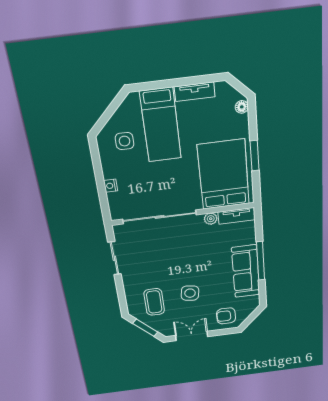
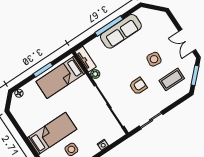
tv unit: (195, 92) -> (24, 124), removed
bed: (224, 175) -> (61, 77), width x0.67
armchair: (226, 316) -> (138, 86), moved, turned -90

